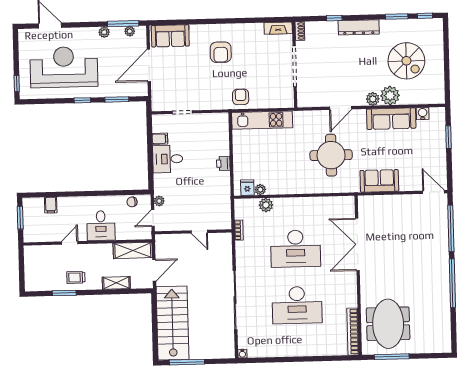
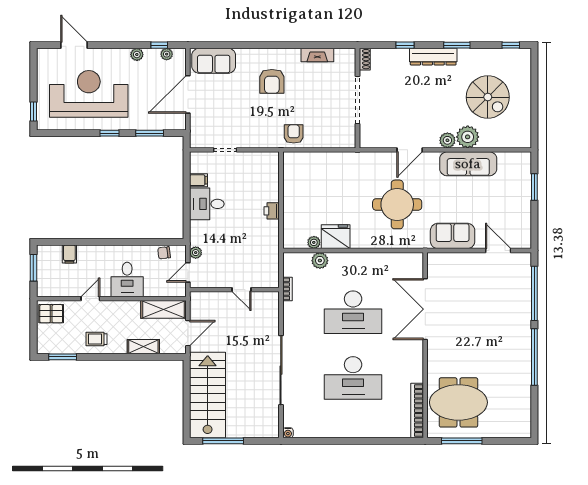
window: (397, 16) -> (457, 45), moved
window: (123, 24) -> (159, 45), width x0.46
fireplace: (278, 28) -> (317, 55), moved
water cooler: (423, 114) -> (505, 159), removed
kitchen unit: (262, 120) -> (318, 162), removed
fridge: (247, 188) -> (336, 237), moved, width x1.88, depth x1.34
door: (434, 192) -> (498, 251), moved
pallet: (36, 257) -> (51, 314), added
window: (64, 293) -> (63, 357), moved
meeting table: (388, 324) -> (458, 402), turned 90

